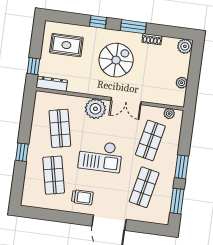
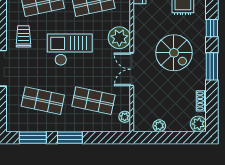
shoe rack: (152, 39) -> (201, 101), moved
checkout: (100, 156) -> (70, 50), turned 90
trolley: (82, 197) -> (23, 36), turned 180

